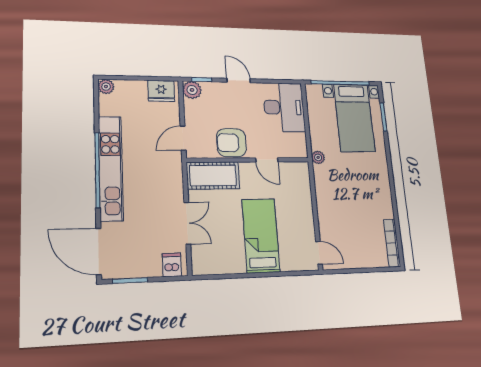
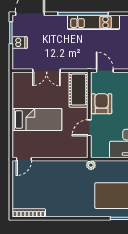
kitchen unit: (111, 168) -> (94, 22), width x0.73
dishwasher: (172, 265) -> (20, 43), moved

